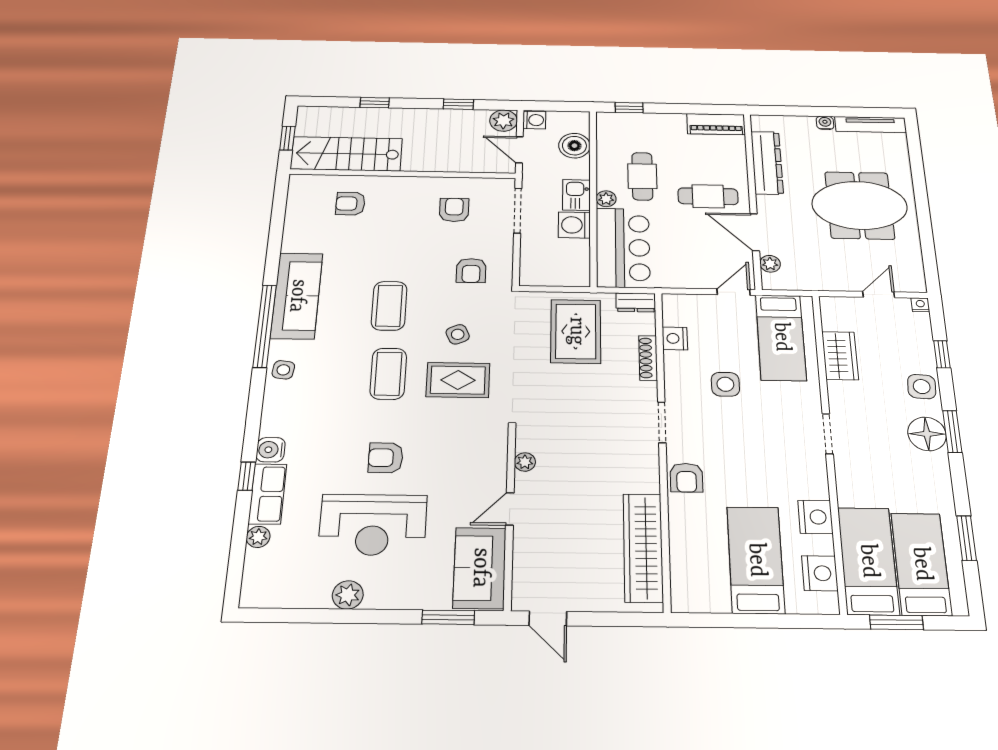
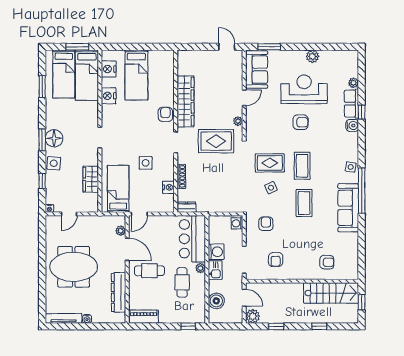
washing machine: (534, 120) -> (237, 223), moved
rug: (576, 331) -> (216, 141), moved, turned 90
wardrobe: (643, 547) -> (186, 101), moved

